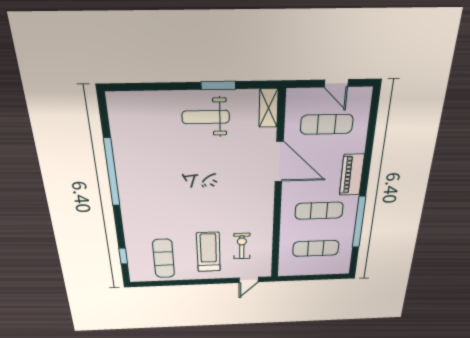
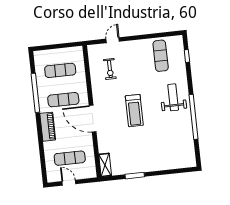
weight bench: (206, 117) -> (173, 97), moved, turned -90
door: (279, 162) -> (93, 119), moved
treadmill: (208, 252) -> (134, 111), moved
door: (249, 280) -> (113, 40), moved

